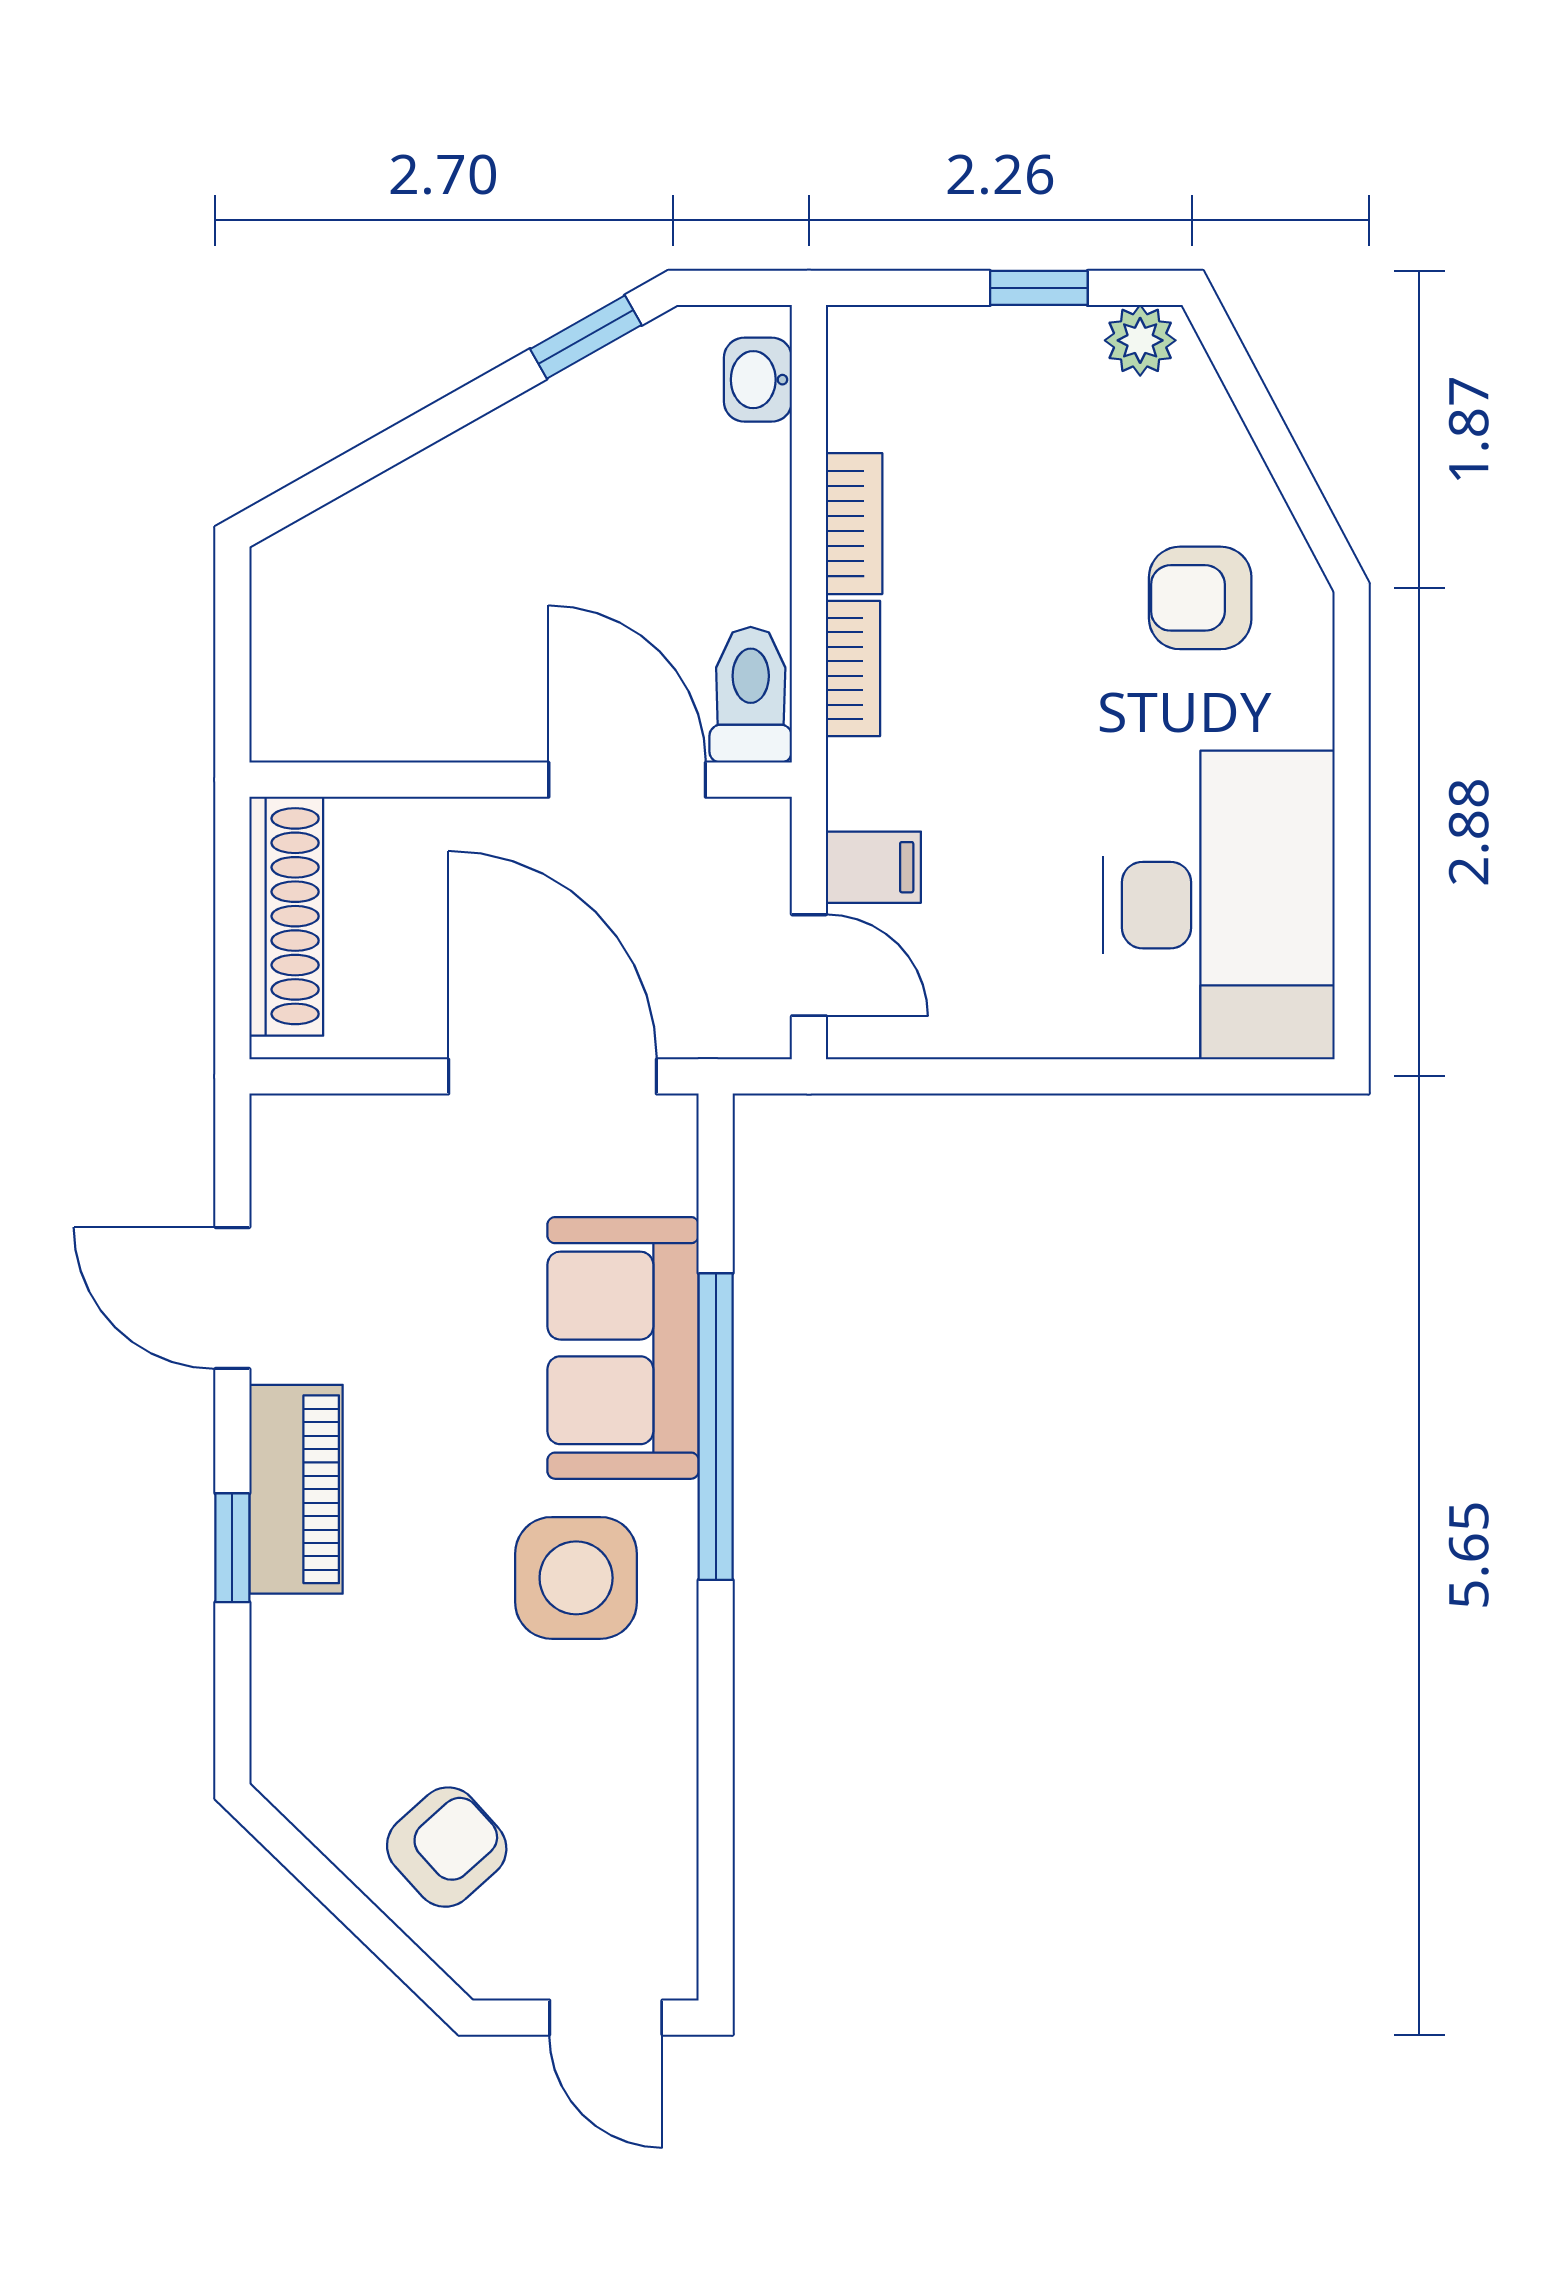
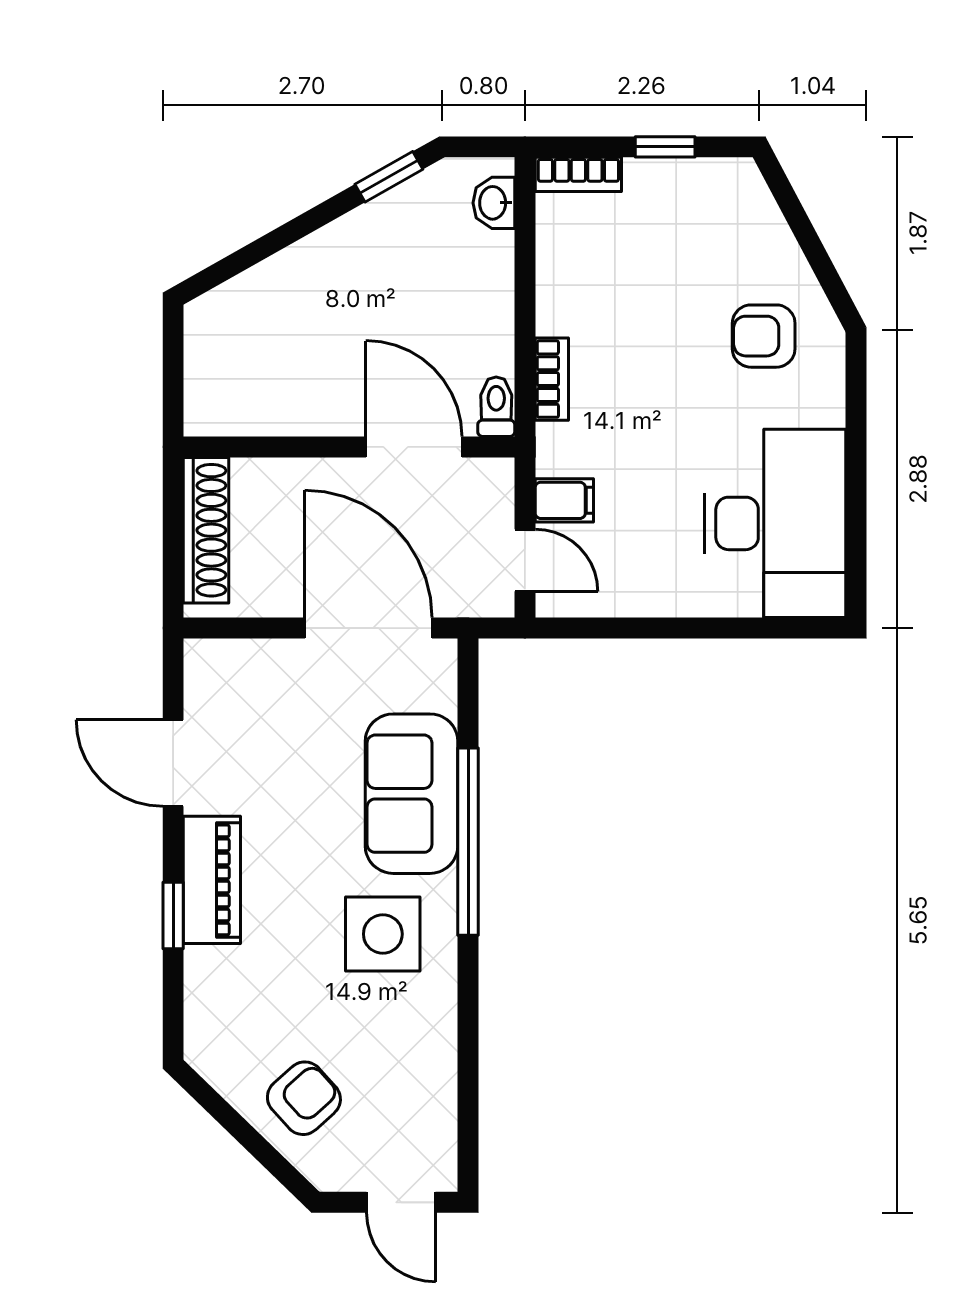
plant: (1140, 340) -> (727, 179), removed
bookcase: (854, 524) -> (578, 174), moved, turned 90
toilet: (751, 695) -> (496, 407), width x0.73, depth x0.72

